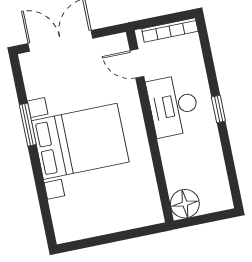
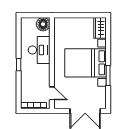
desk: (173, 106) -> (39, 50), moved
wardrobe: (65, 220) -> (100, 28), added

